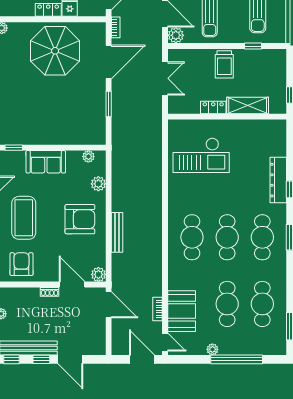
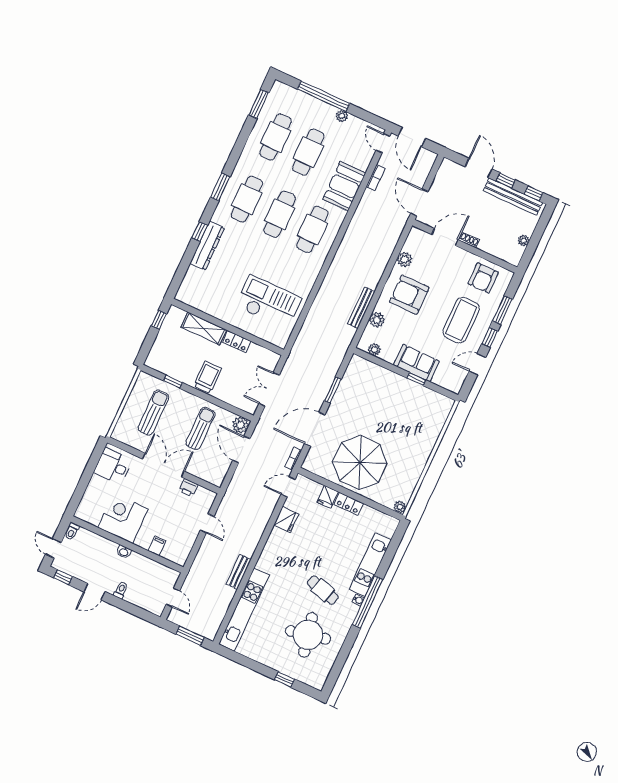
window: (14, 148) -> (416, 379), moved
bench: (117, 232) -> (361, 308), moved
plant: (98, 274) -> (405, 259), moved
door: (72, 285) -> (445, 237), swing flipped
booth: (182, 311) -> (344, 186), moved

